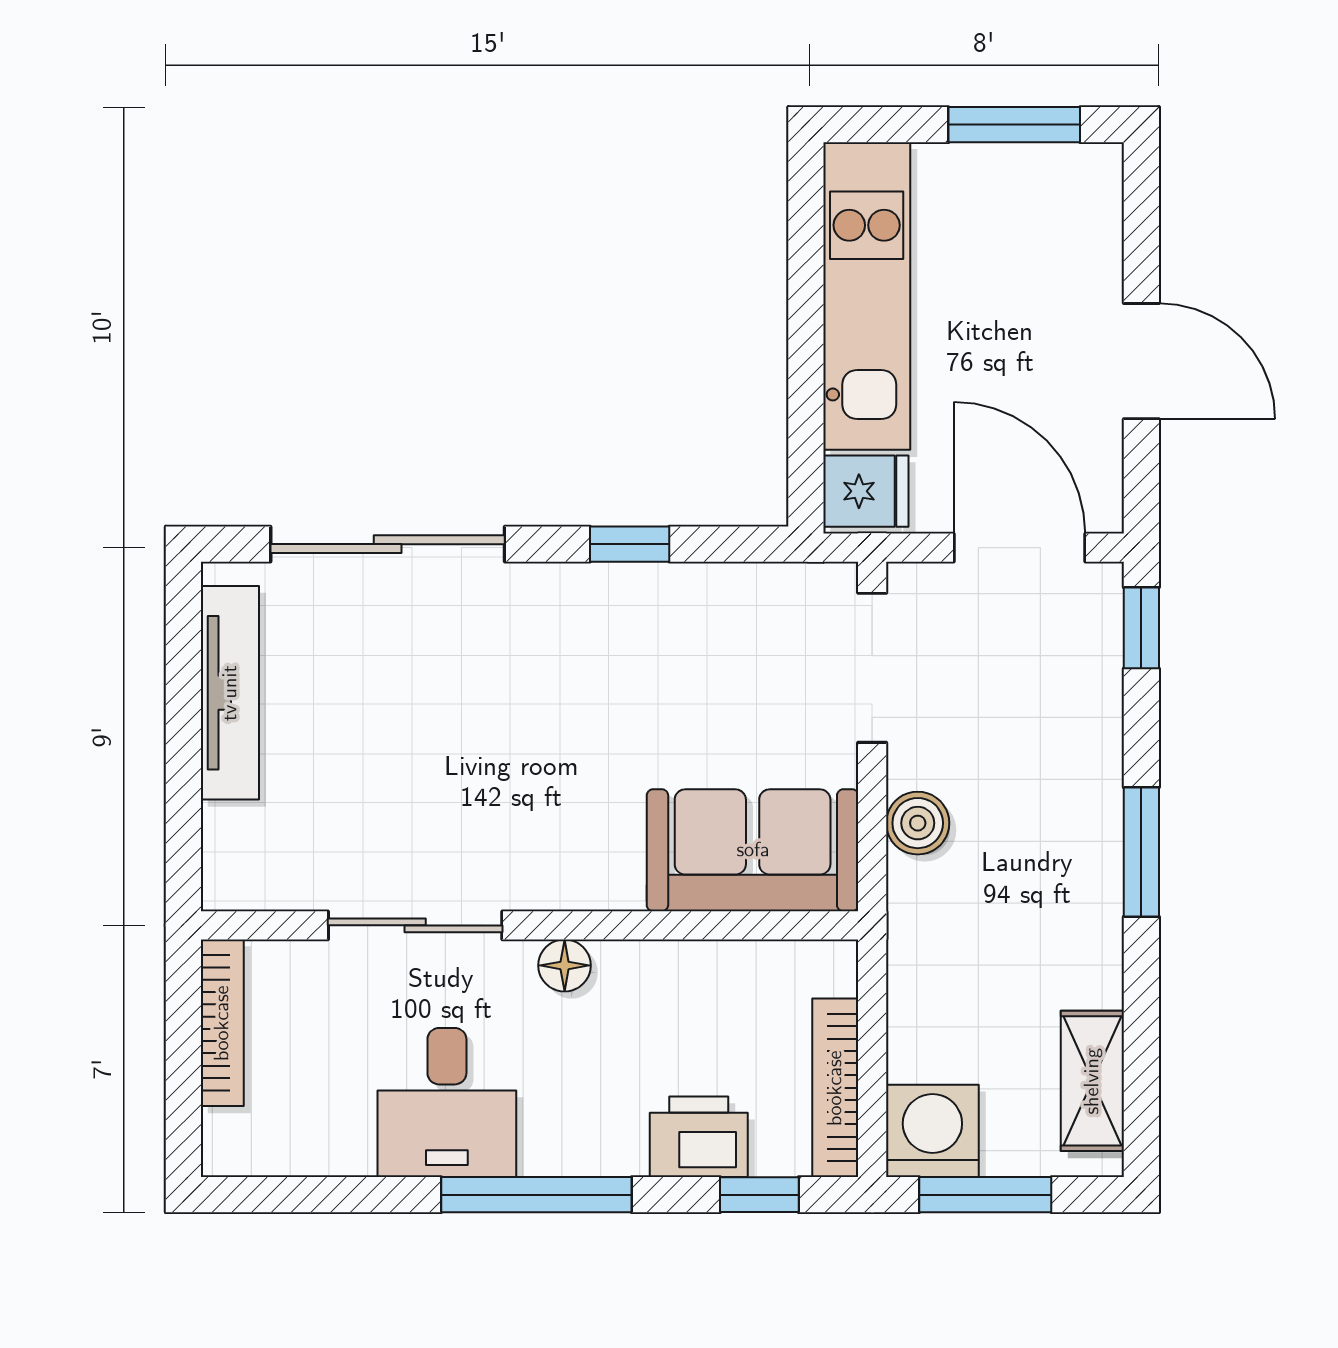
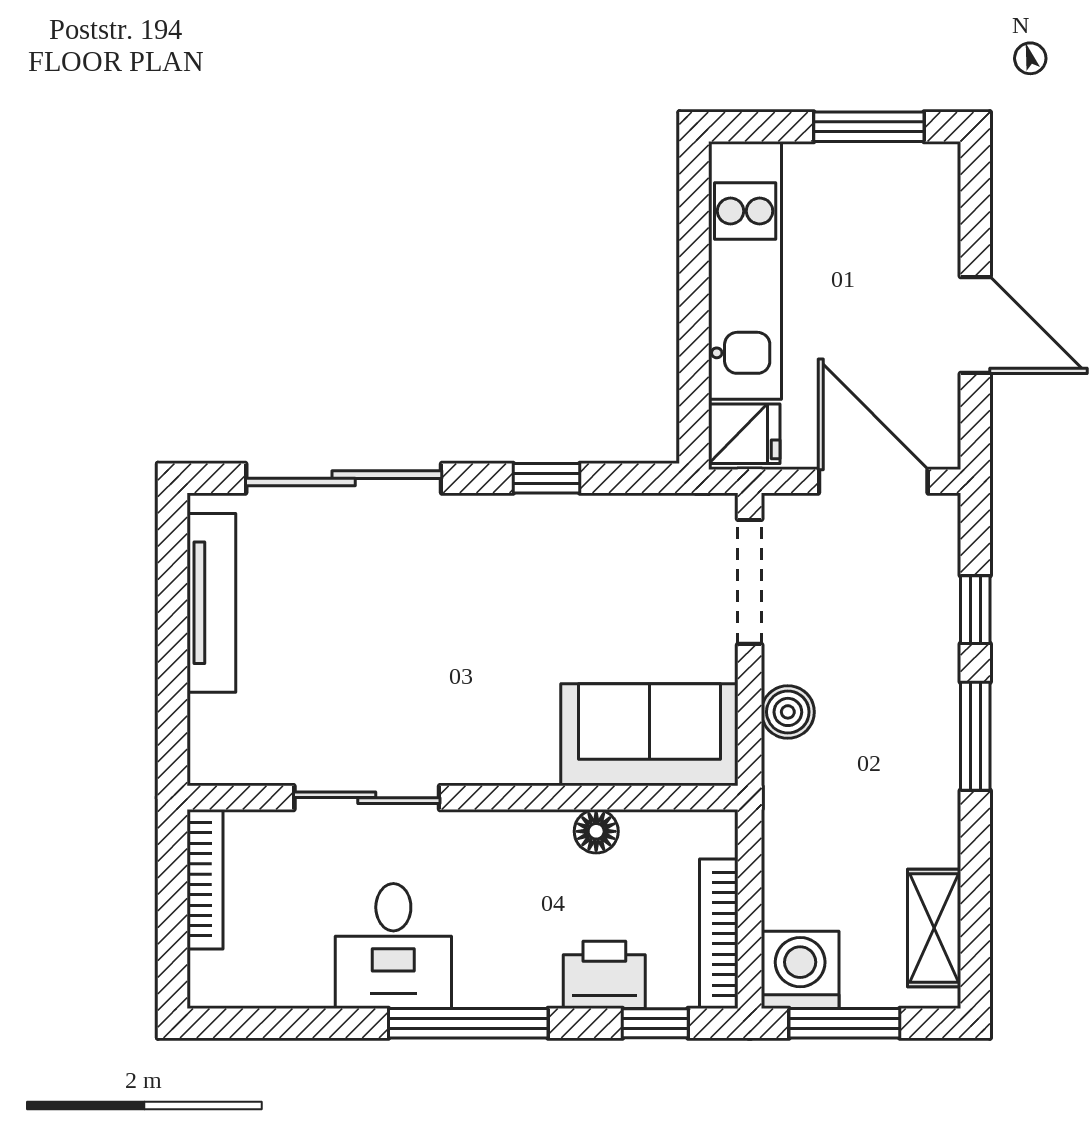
window: (1141, 628) -> (975, 610), moved
floor lamp: (565, 965) -> (596, 831), moved

